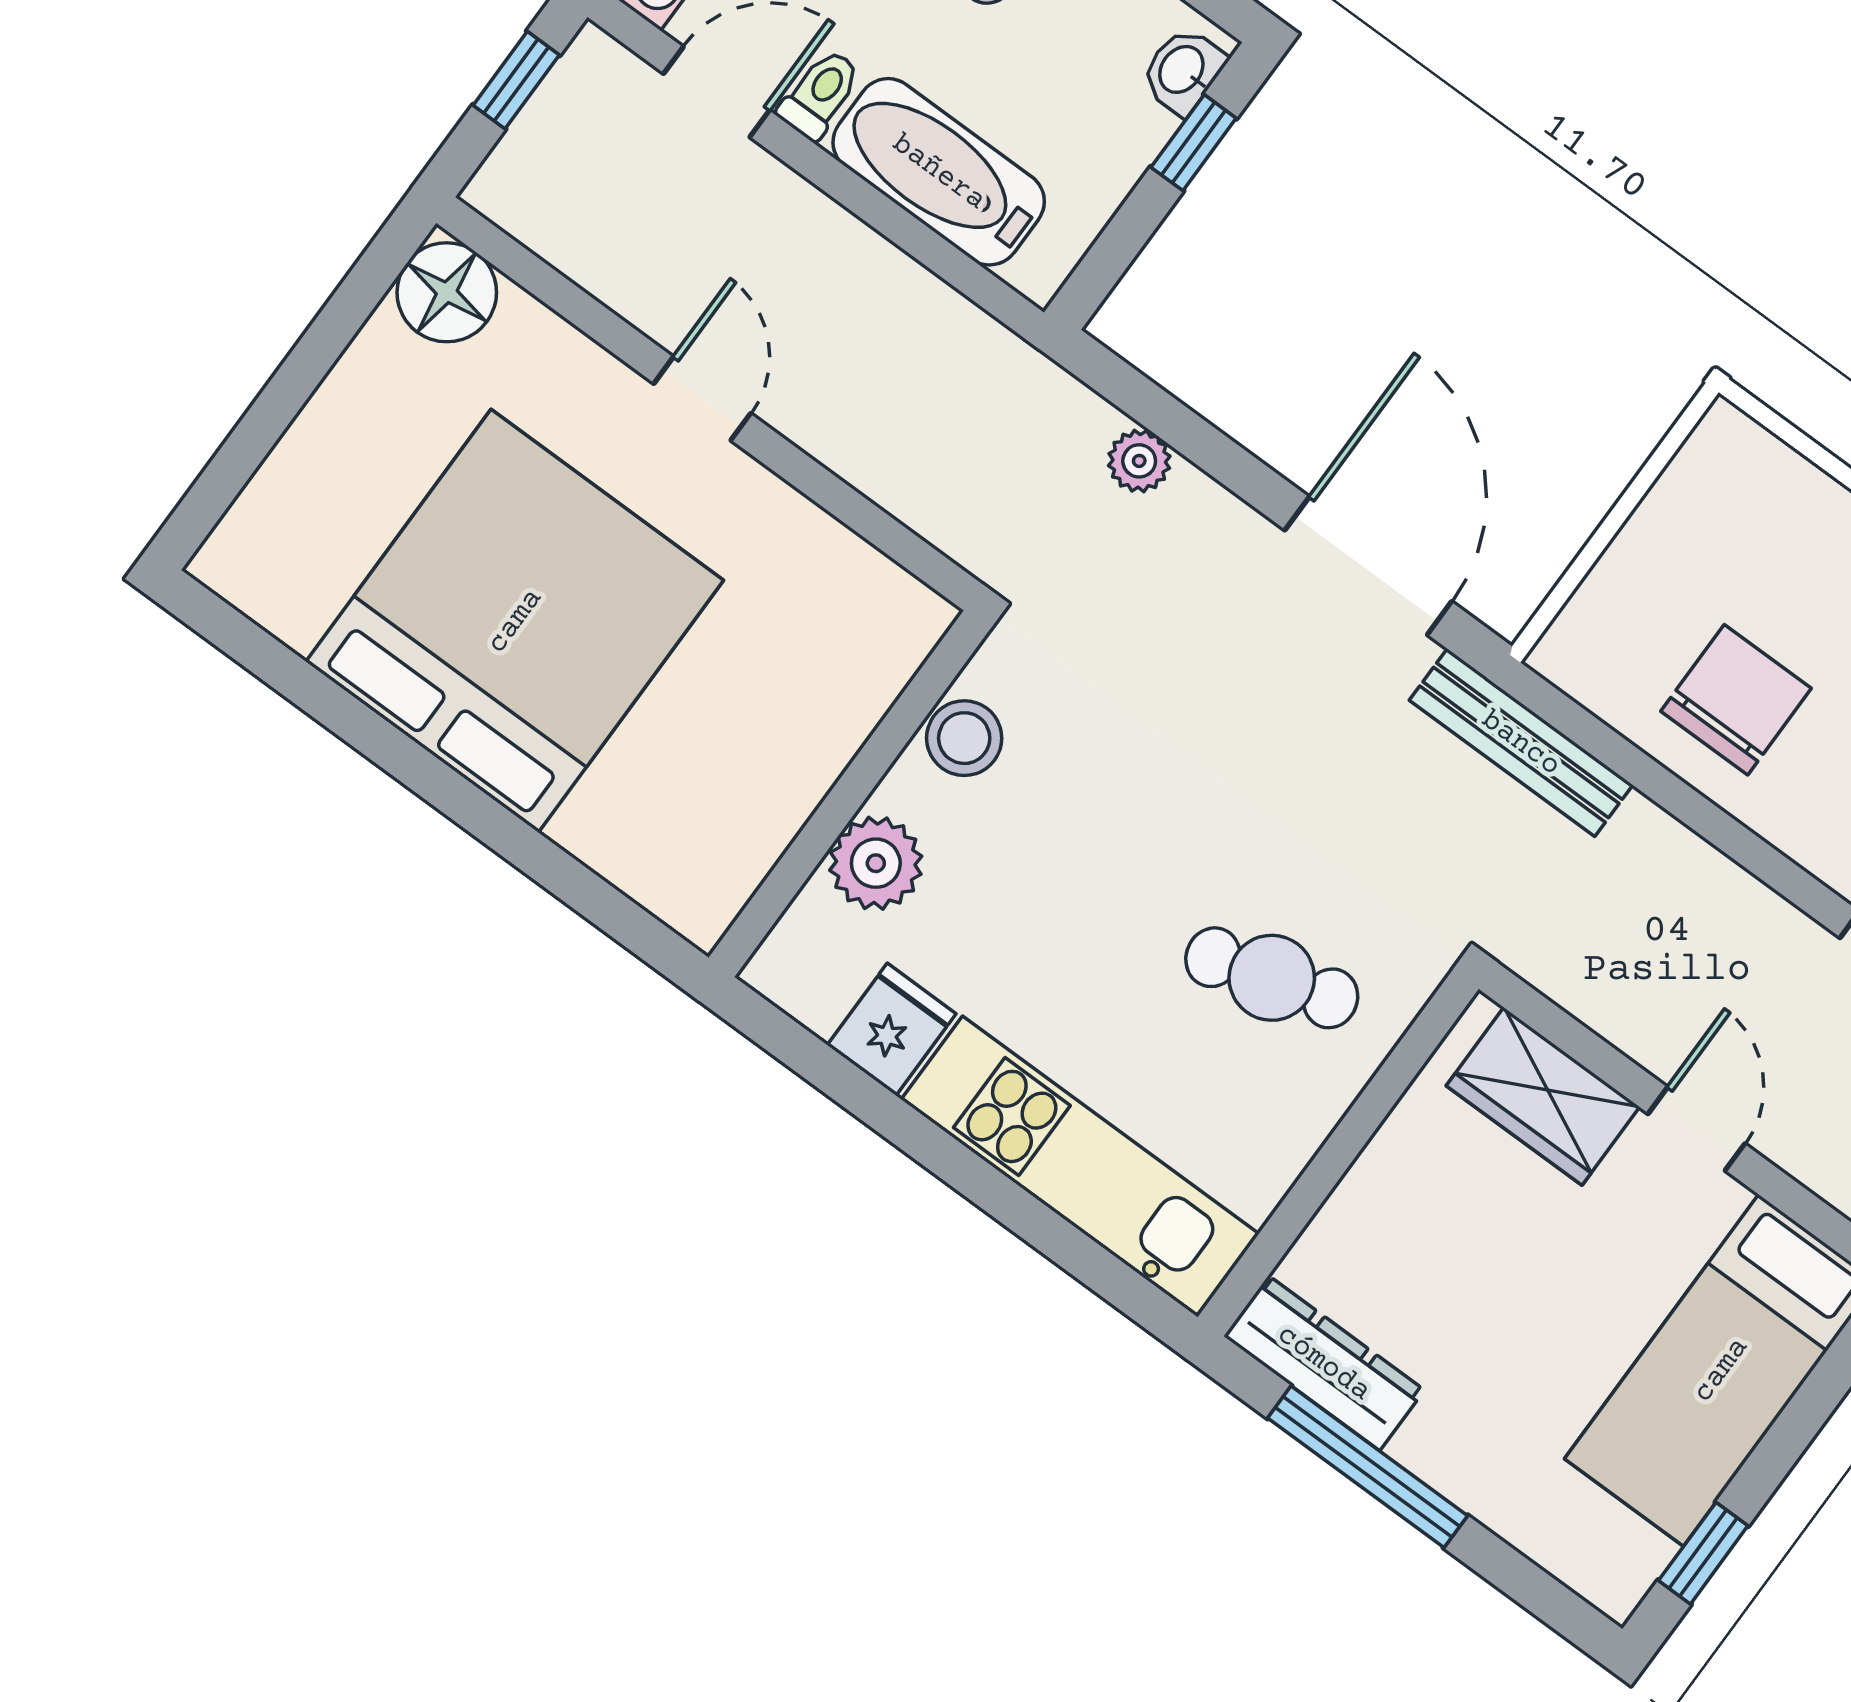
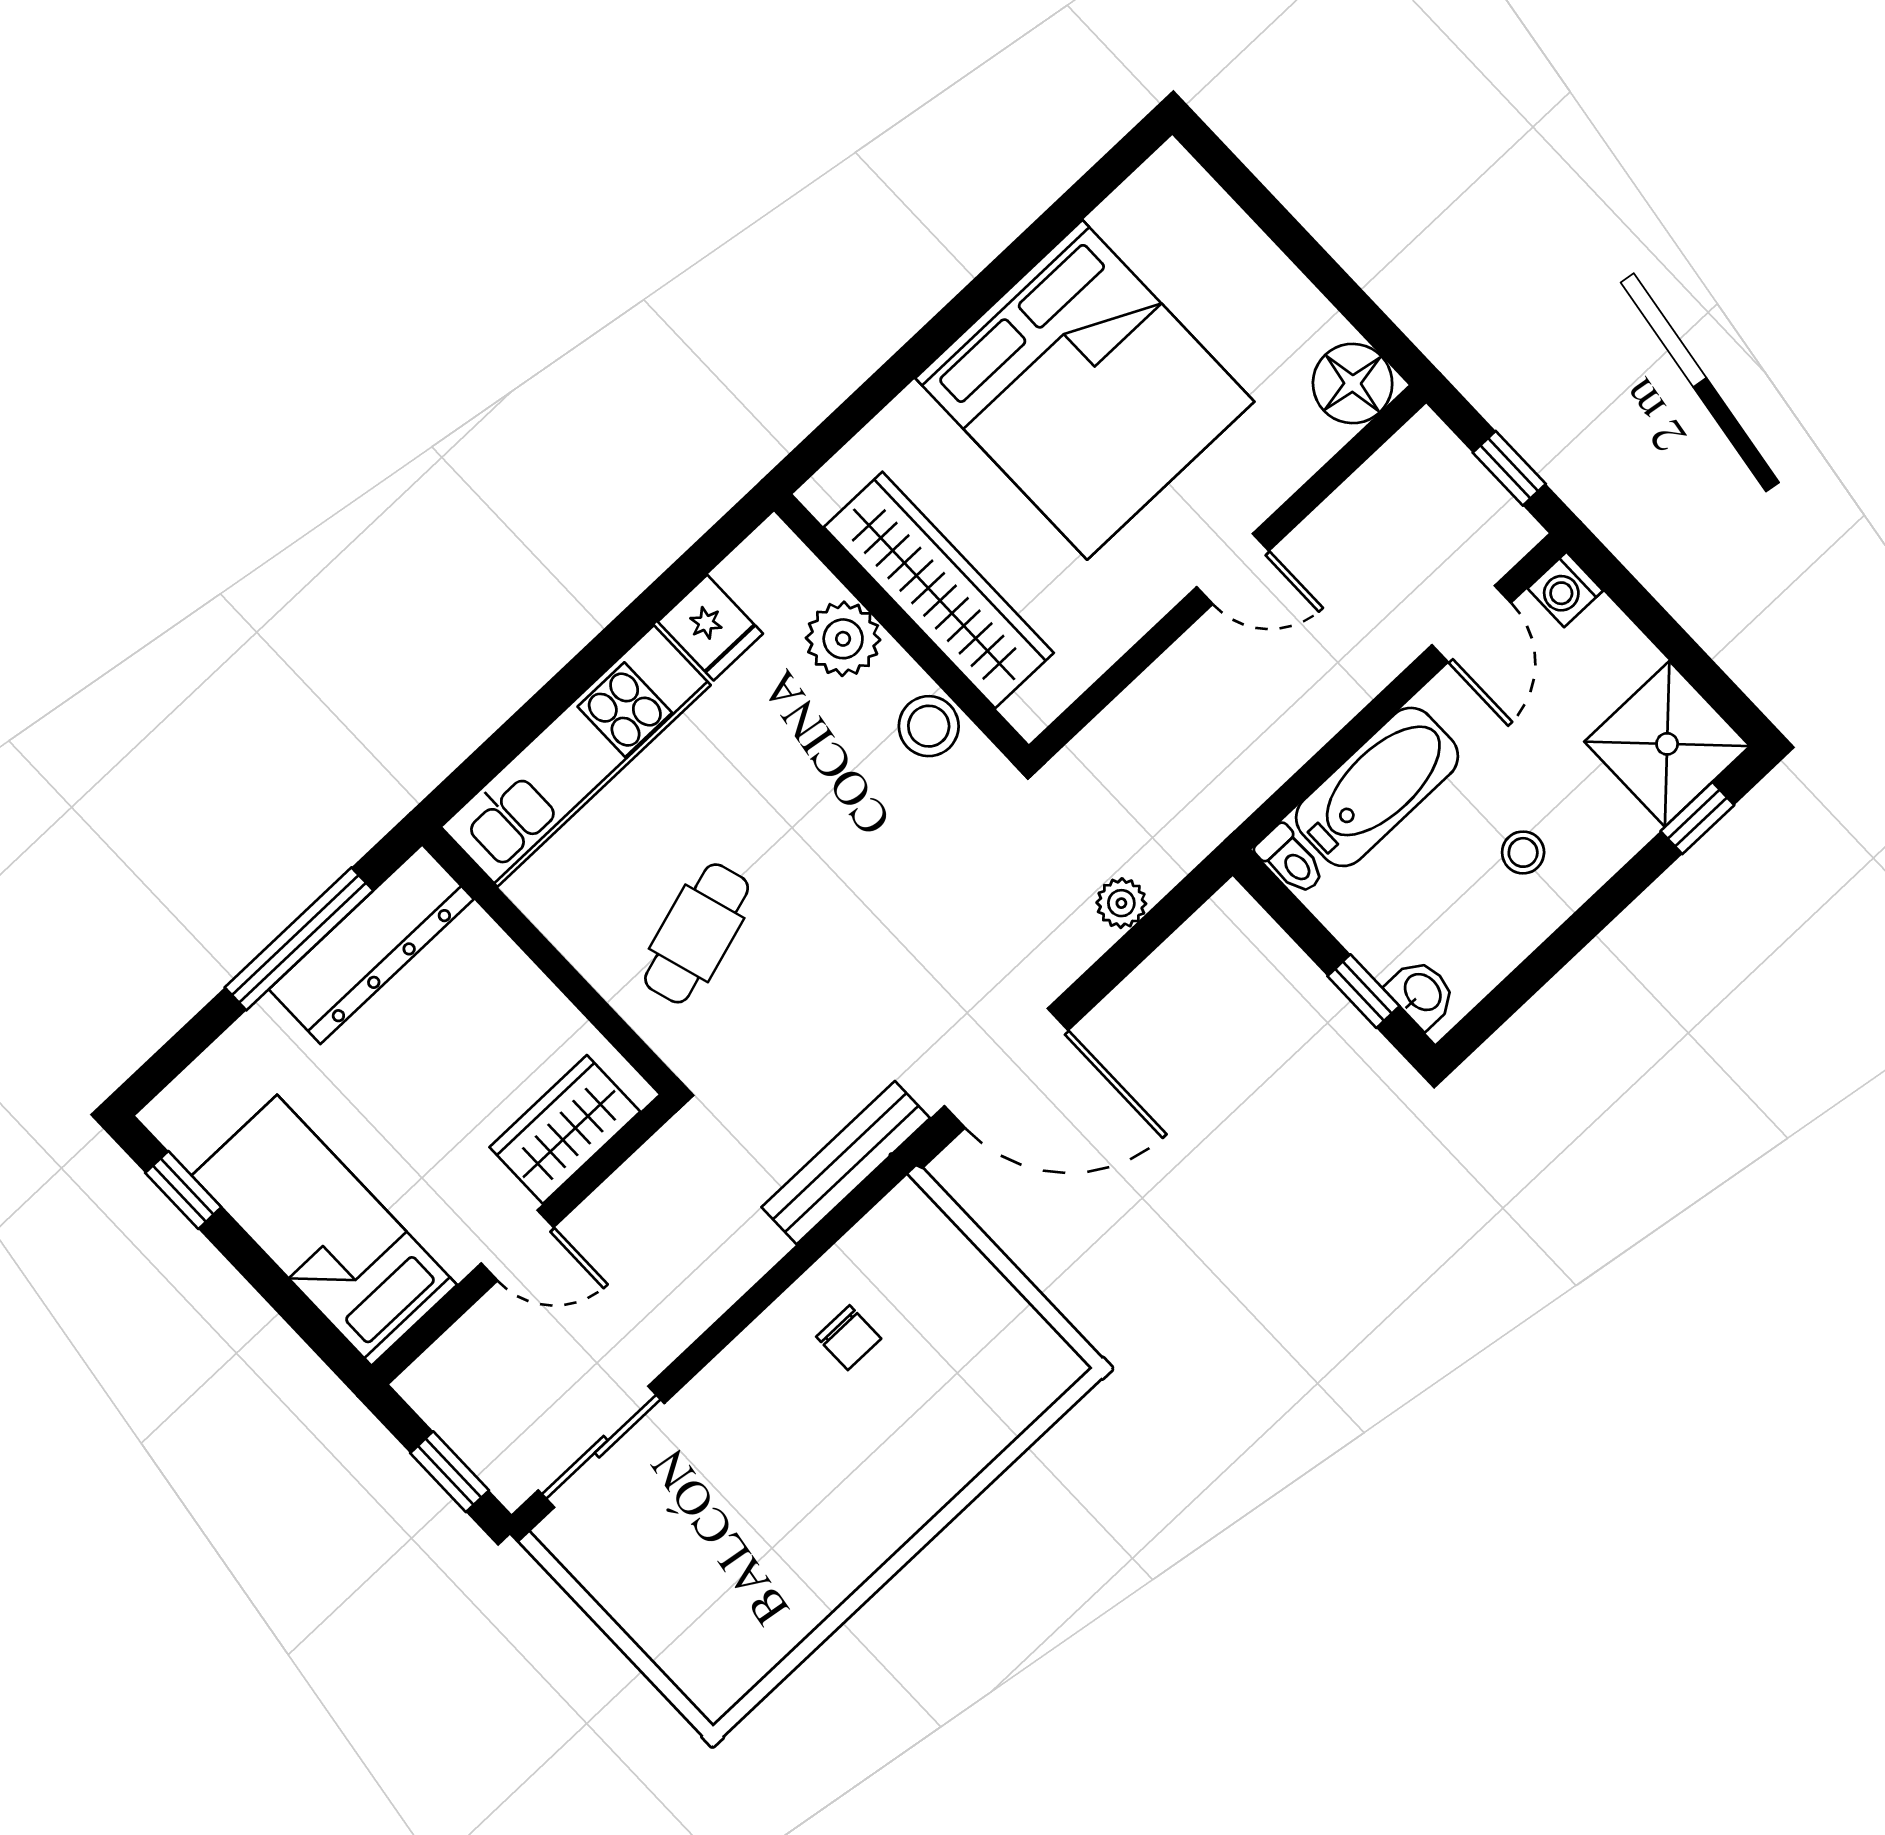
toilet: (820, 94) -> (1291, 860), moved
chair: (1736, 700) -> (849, 1338), width x0.54, depth x0.54
wardrobe: (794, 756) -> (939, 590), added
dresser: (1324, 1363) -> (371, 944), width x1.37, depth x1.24

